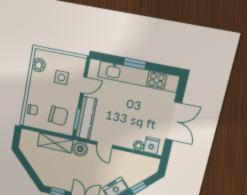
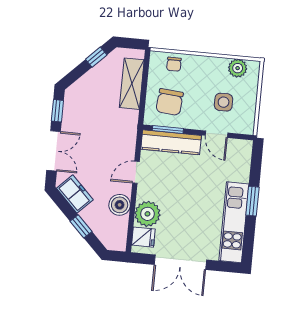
kitchen unit: (138, 77) -> (234, 222), width x0.73
shelving: (55, 143) -> (132, 84), moved
plant: (138, 146) -> (147, 214), width x1.88, depth x1.88
boiler: (80, 149) -> (120, 205), moved
window: (24, 162) -> (96, 57), added

